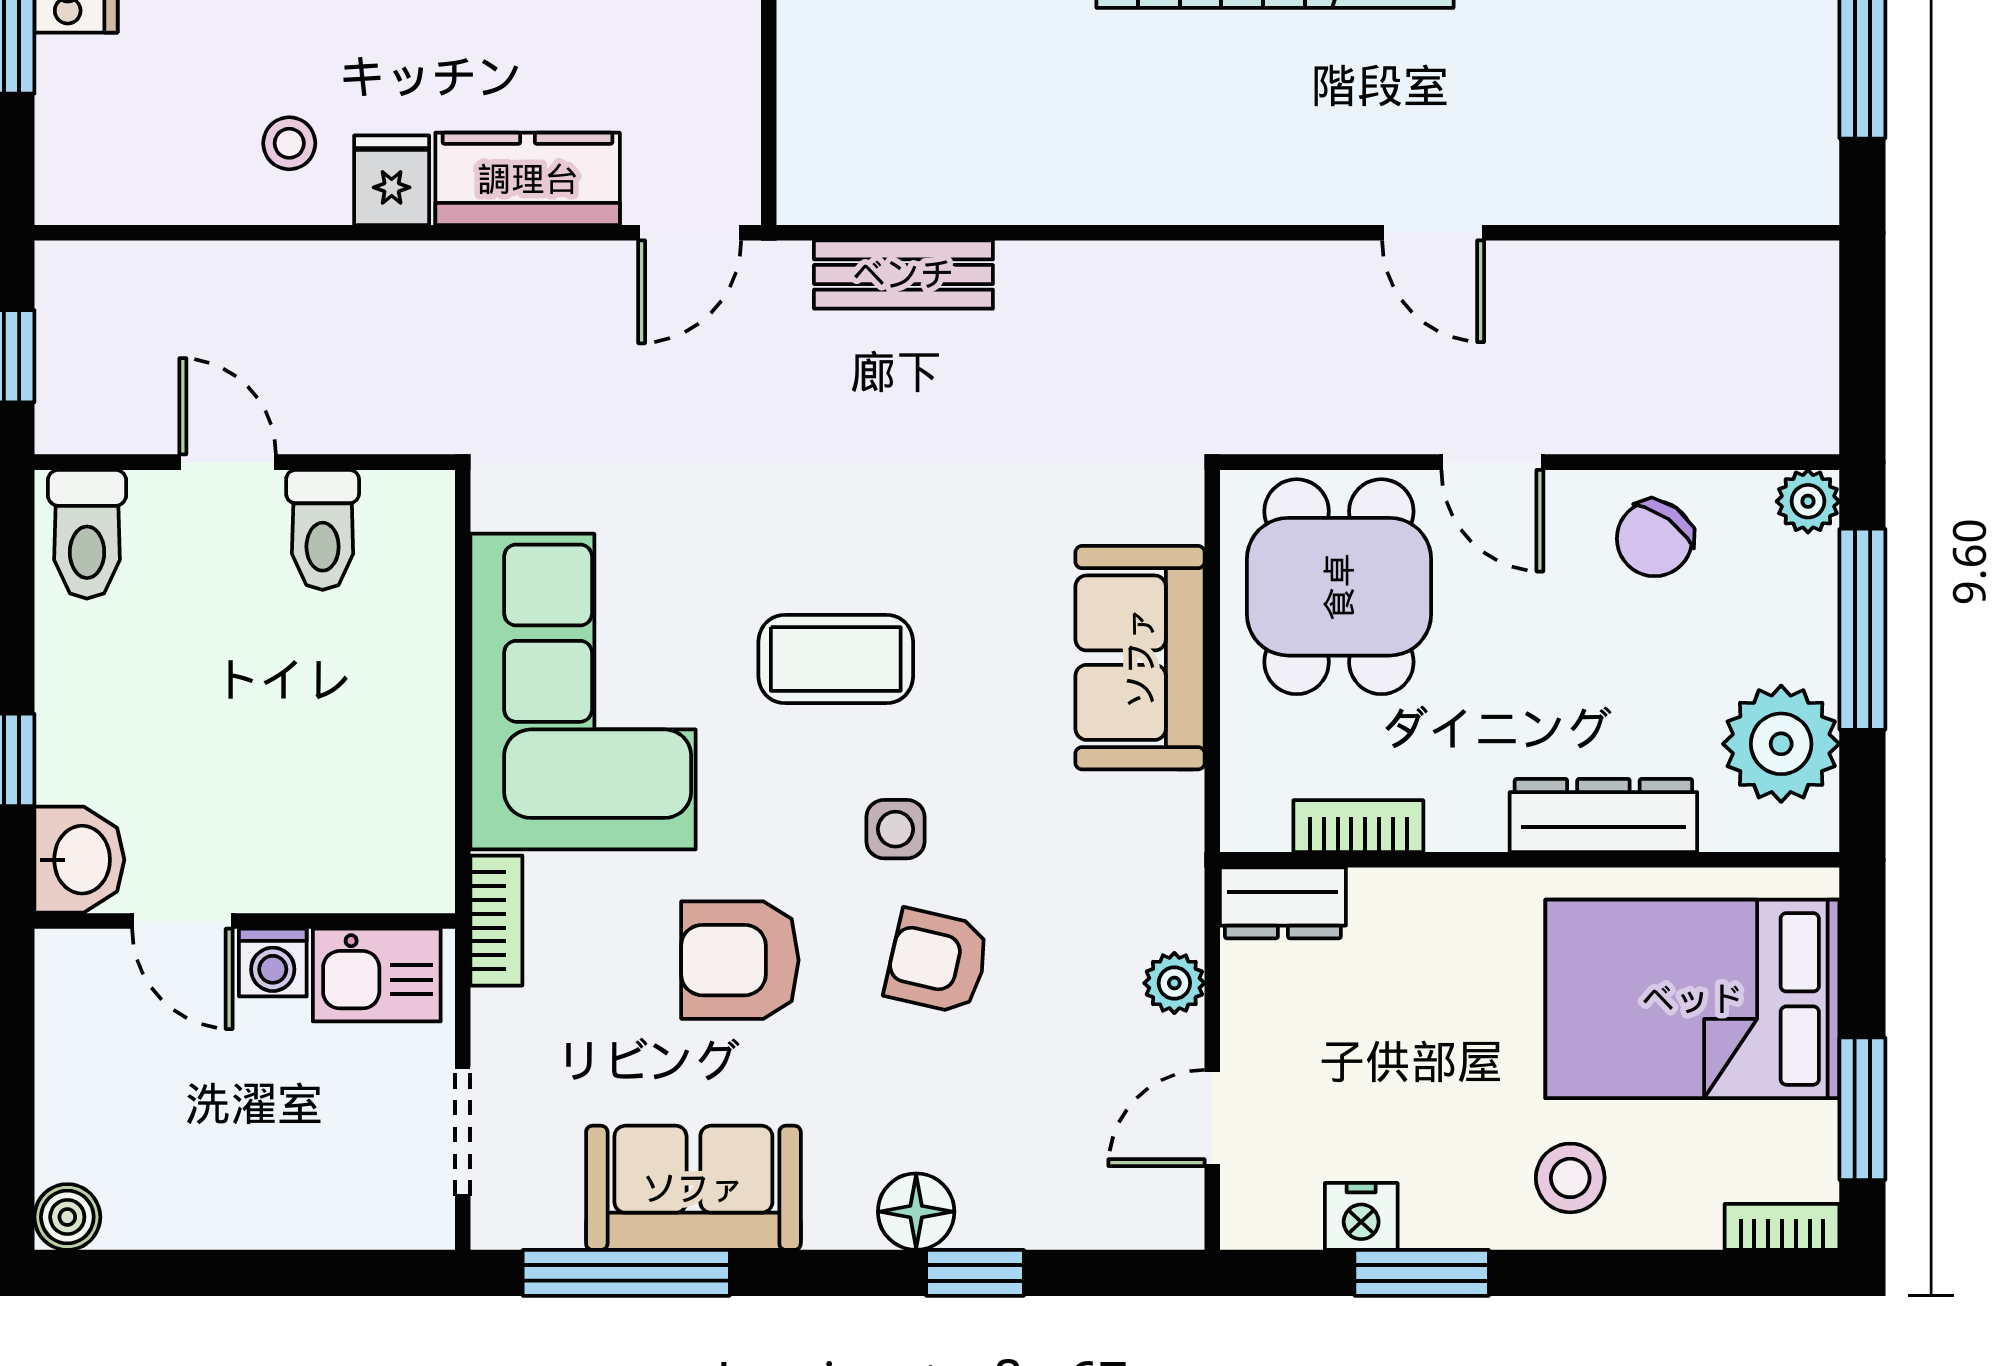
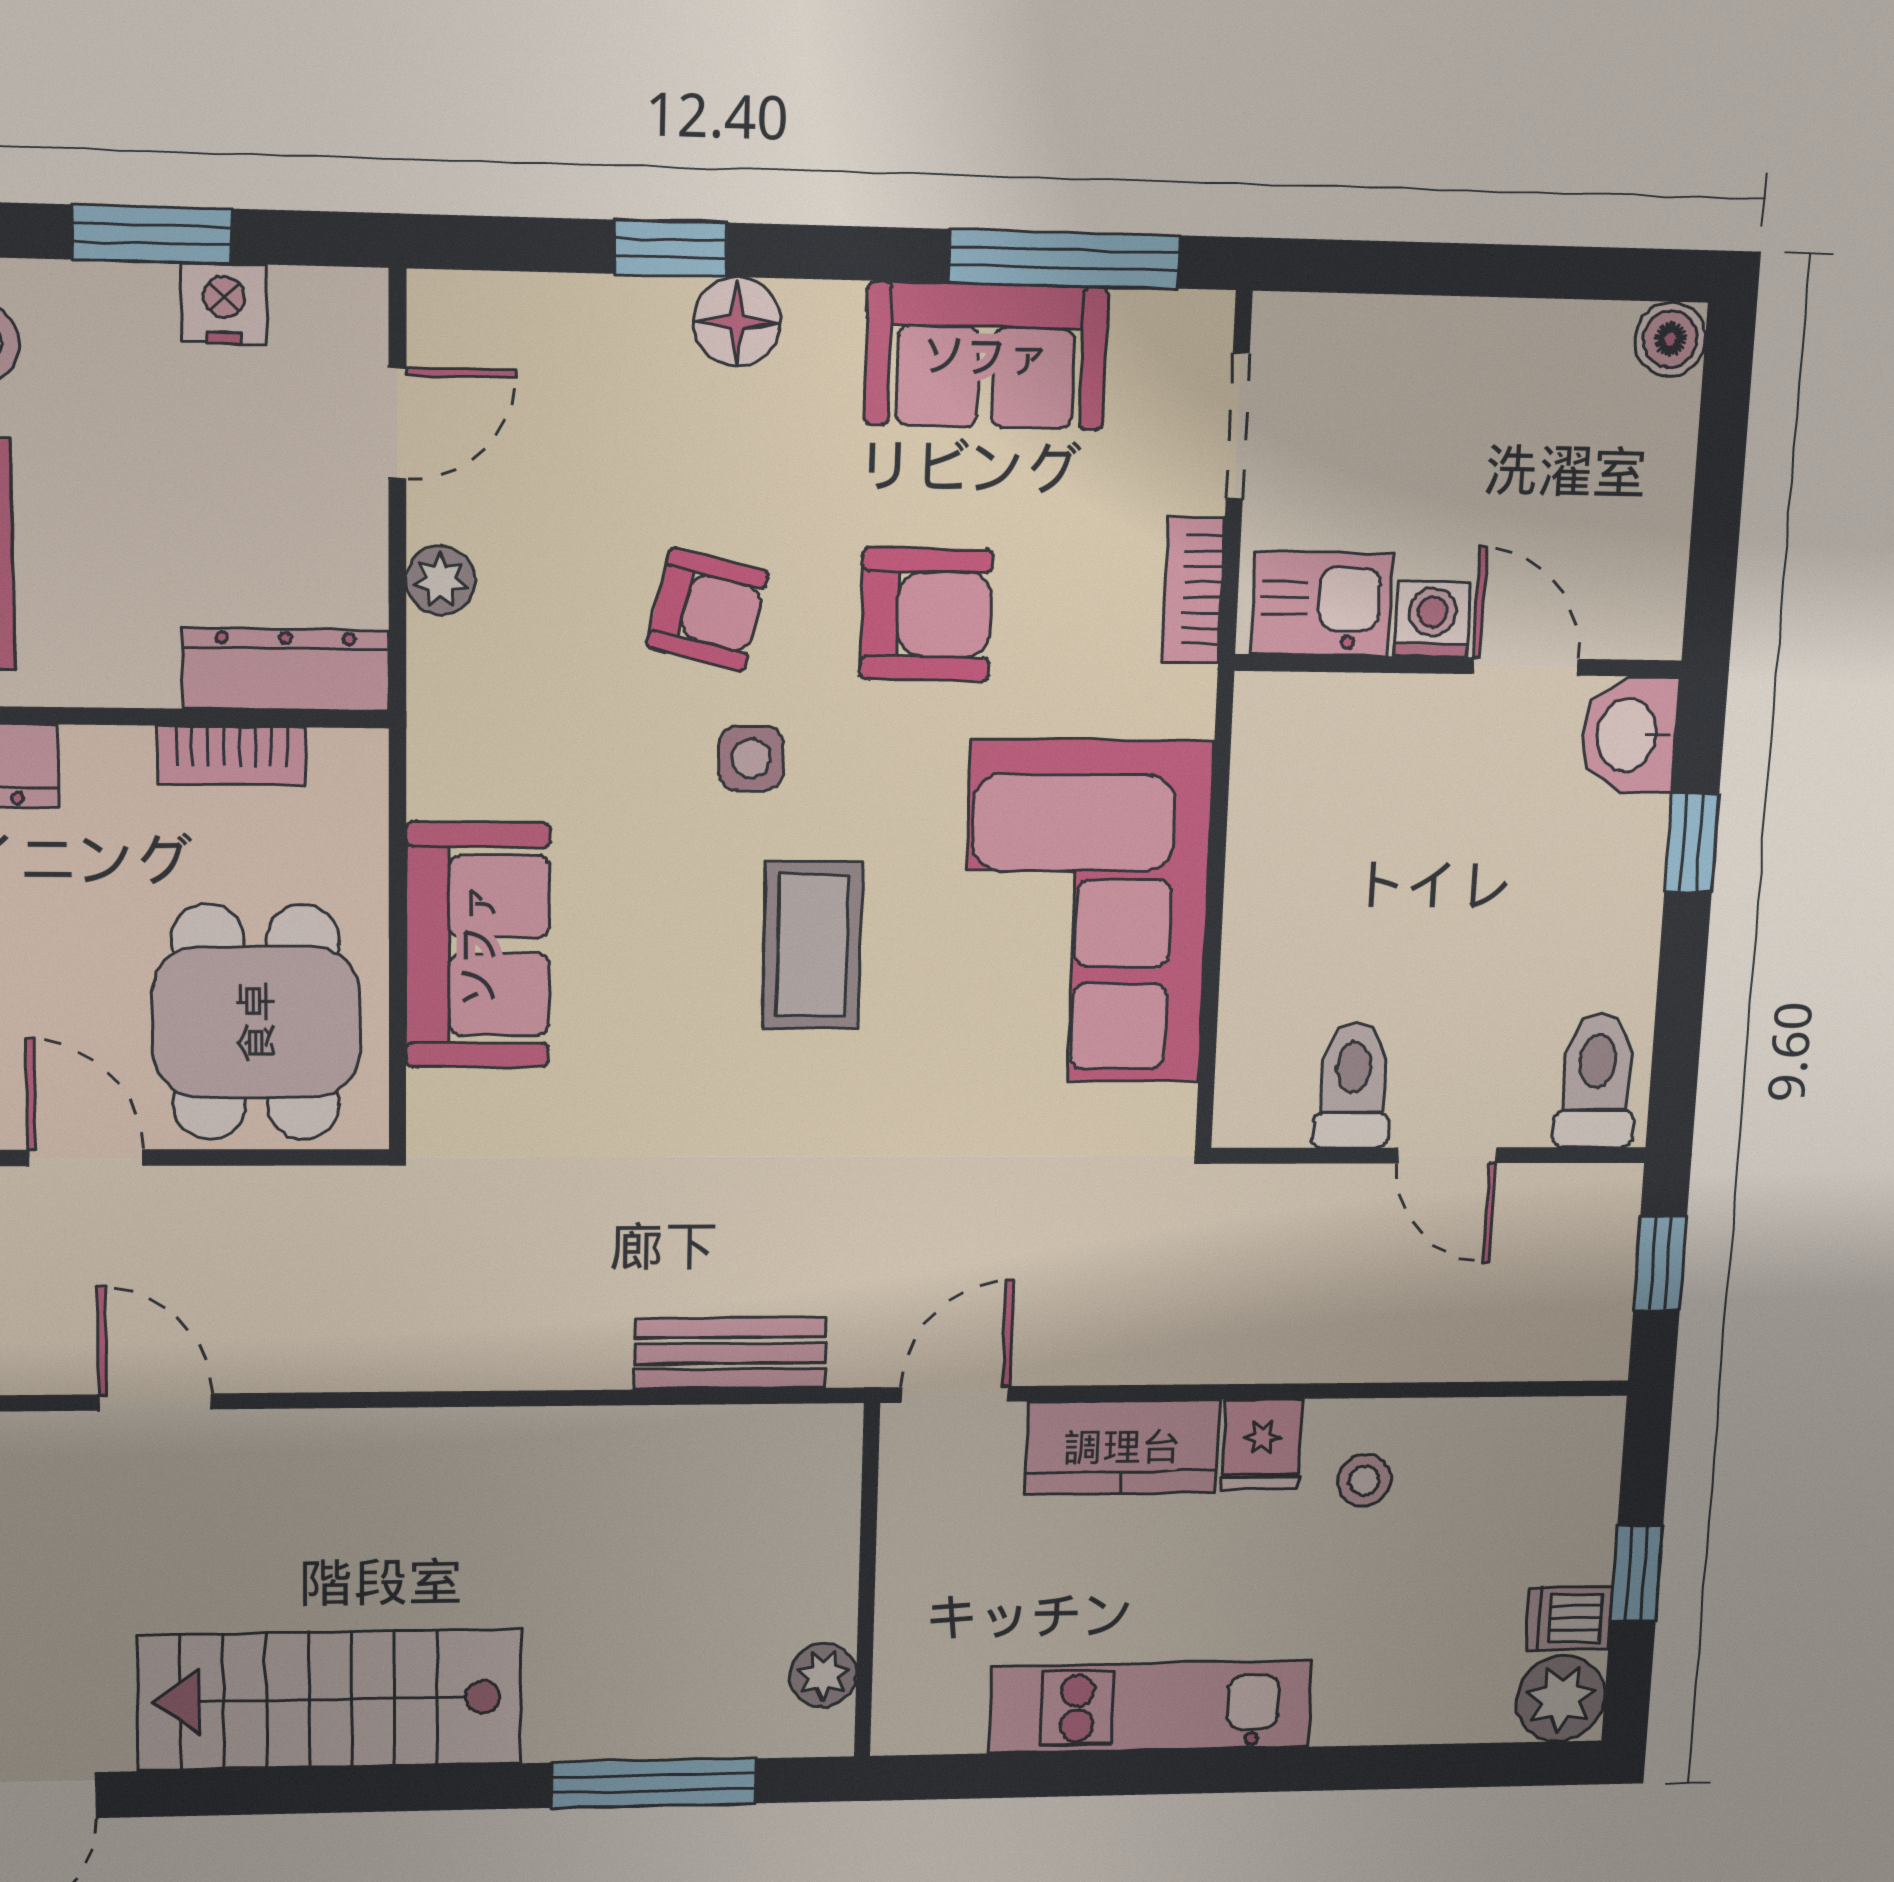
coffee table: (836, 659) -> (812, 946), turned 90
dresser: (1283, 903) -> (286, 670), width x1.44
bookcase: (496, 921) -> (1193, 590), moved

